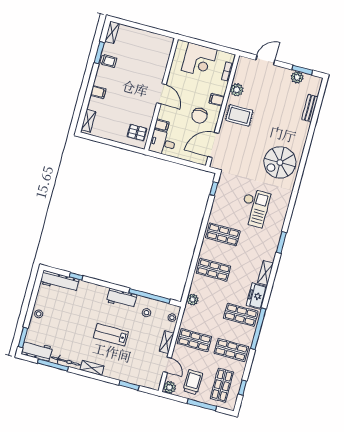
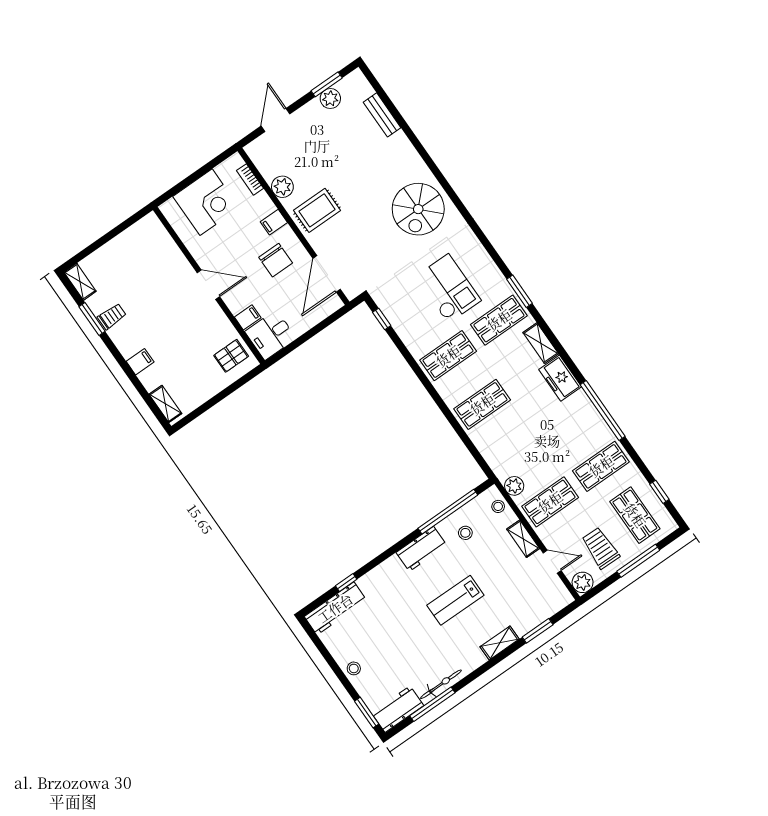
plant: (193, 300) -> (514, 486), moved
shop shelf: (241, 315) -> (499, 320), moved
shelving: (92, 368) -> (500, 643), moved

